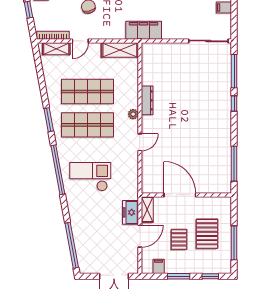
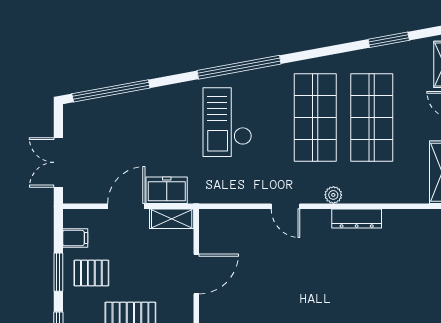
window: (49, 120) -> (389, 40), moved
checkout: (90, 177) -> (227, 122), turned 180
door: (180, 195) -> (196, 274), width x0.73
door: (140, 236) -> (126, 206), swing flipped
pallet: (179, 239) -> (91, 273), moved

